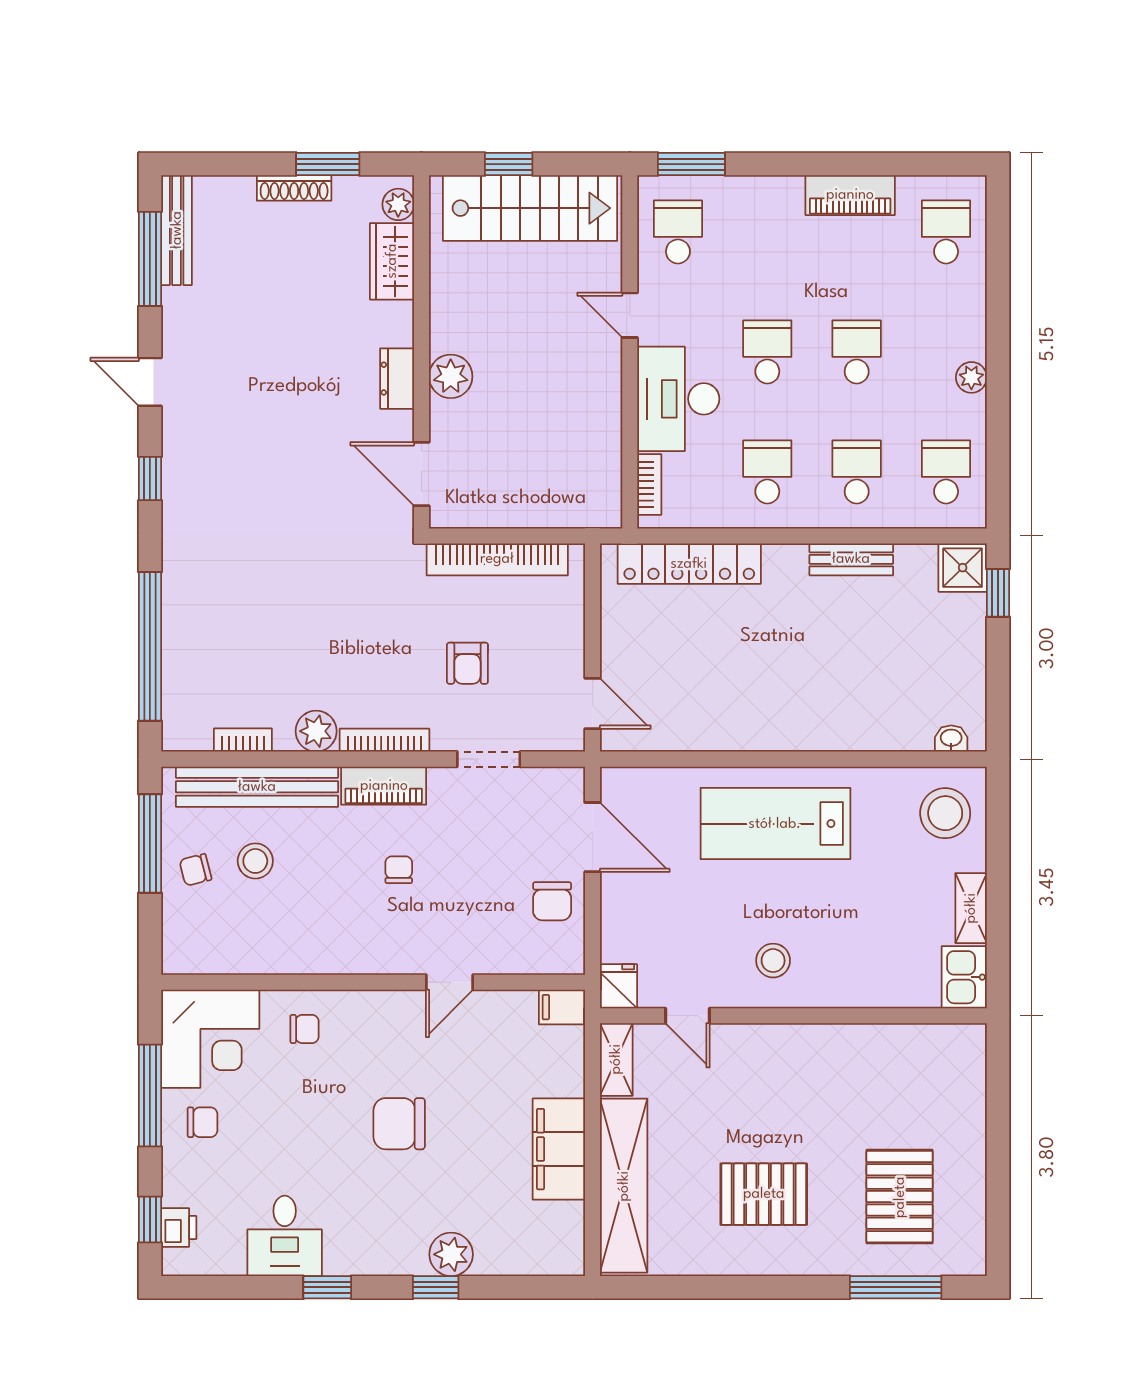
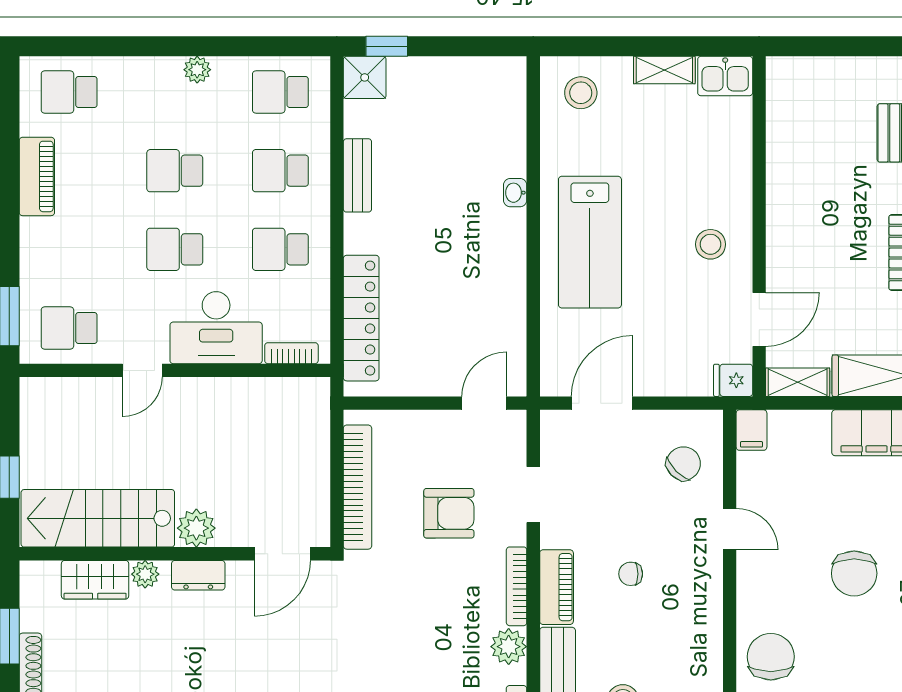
plant: (398, 204) -> (145, 574), moved
stairs: (530, 208) -> (98, 518), moved, turned -90
armchair: (467, 663) -> (449, 513), width x1.38, depth x1.38
washbasin: (951, 739) -> (515, 193), moved
stool: (945, 813) -> (581, 93), width x0.73, depth x0.73
chair: (552, 901) -> (683, 464), moved, turned -45
door: (688, 1016) -> (759, 320), width x1.38
chair: (305, 1029) -> (771, 657), width x1.87, depth x1.87

